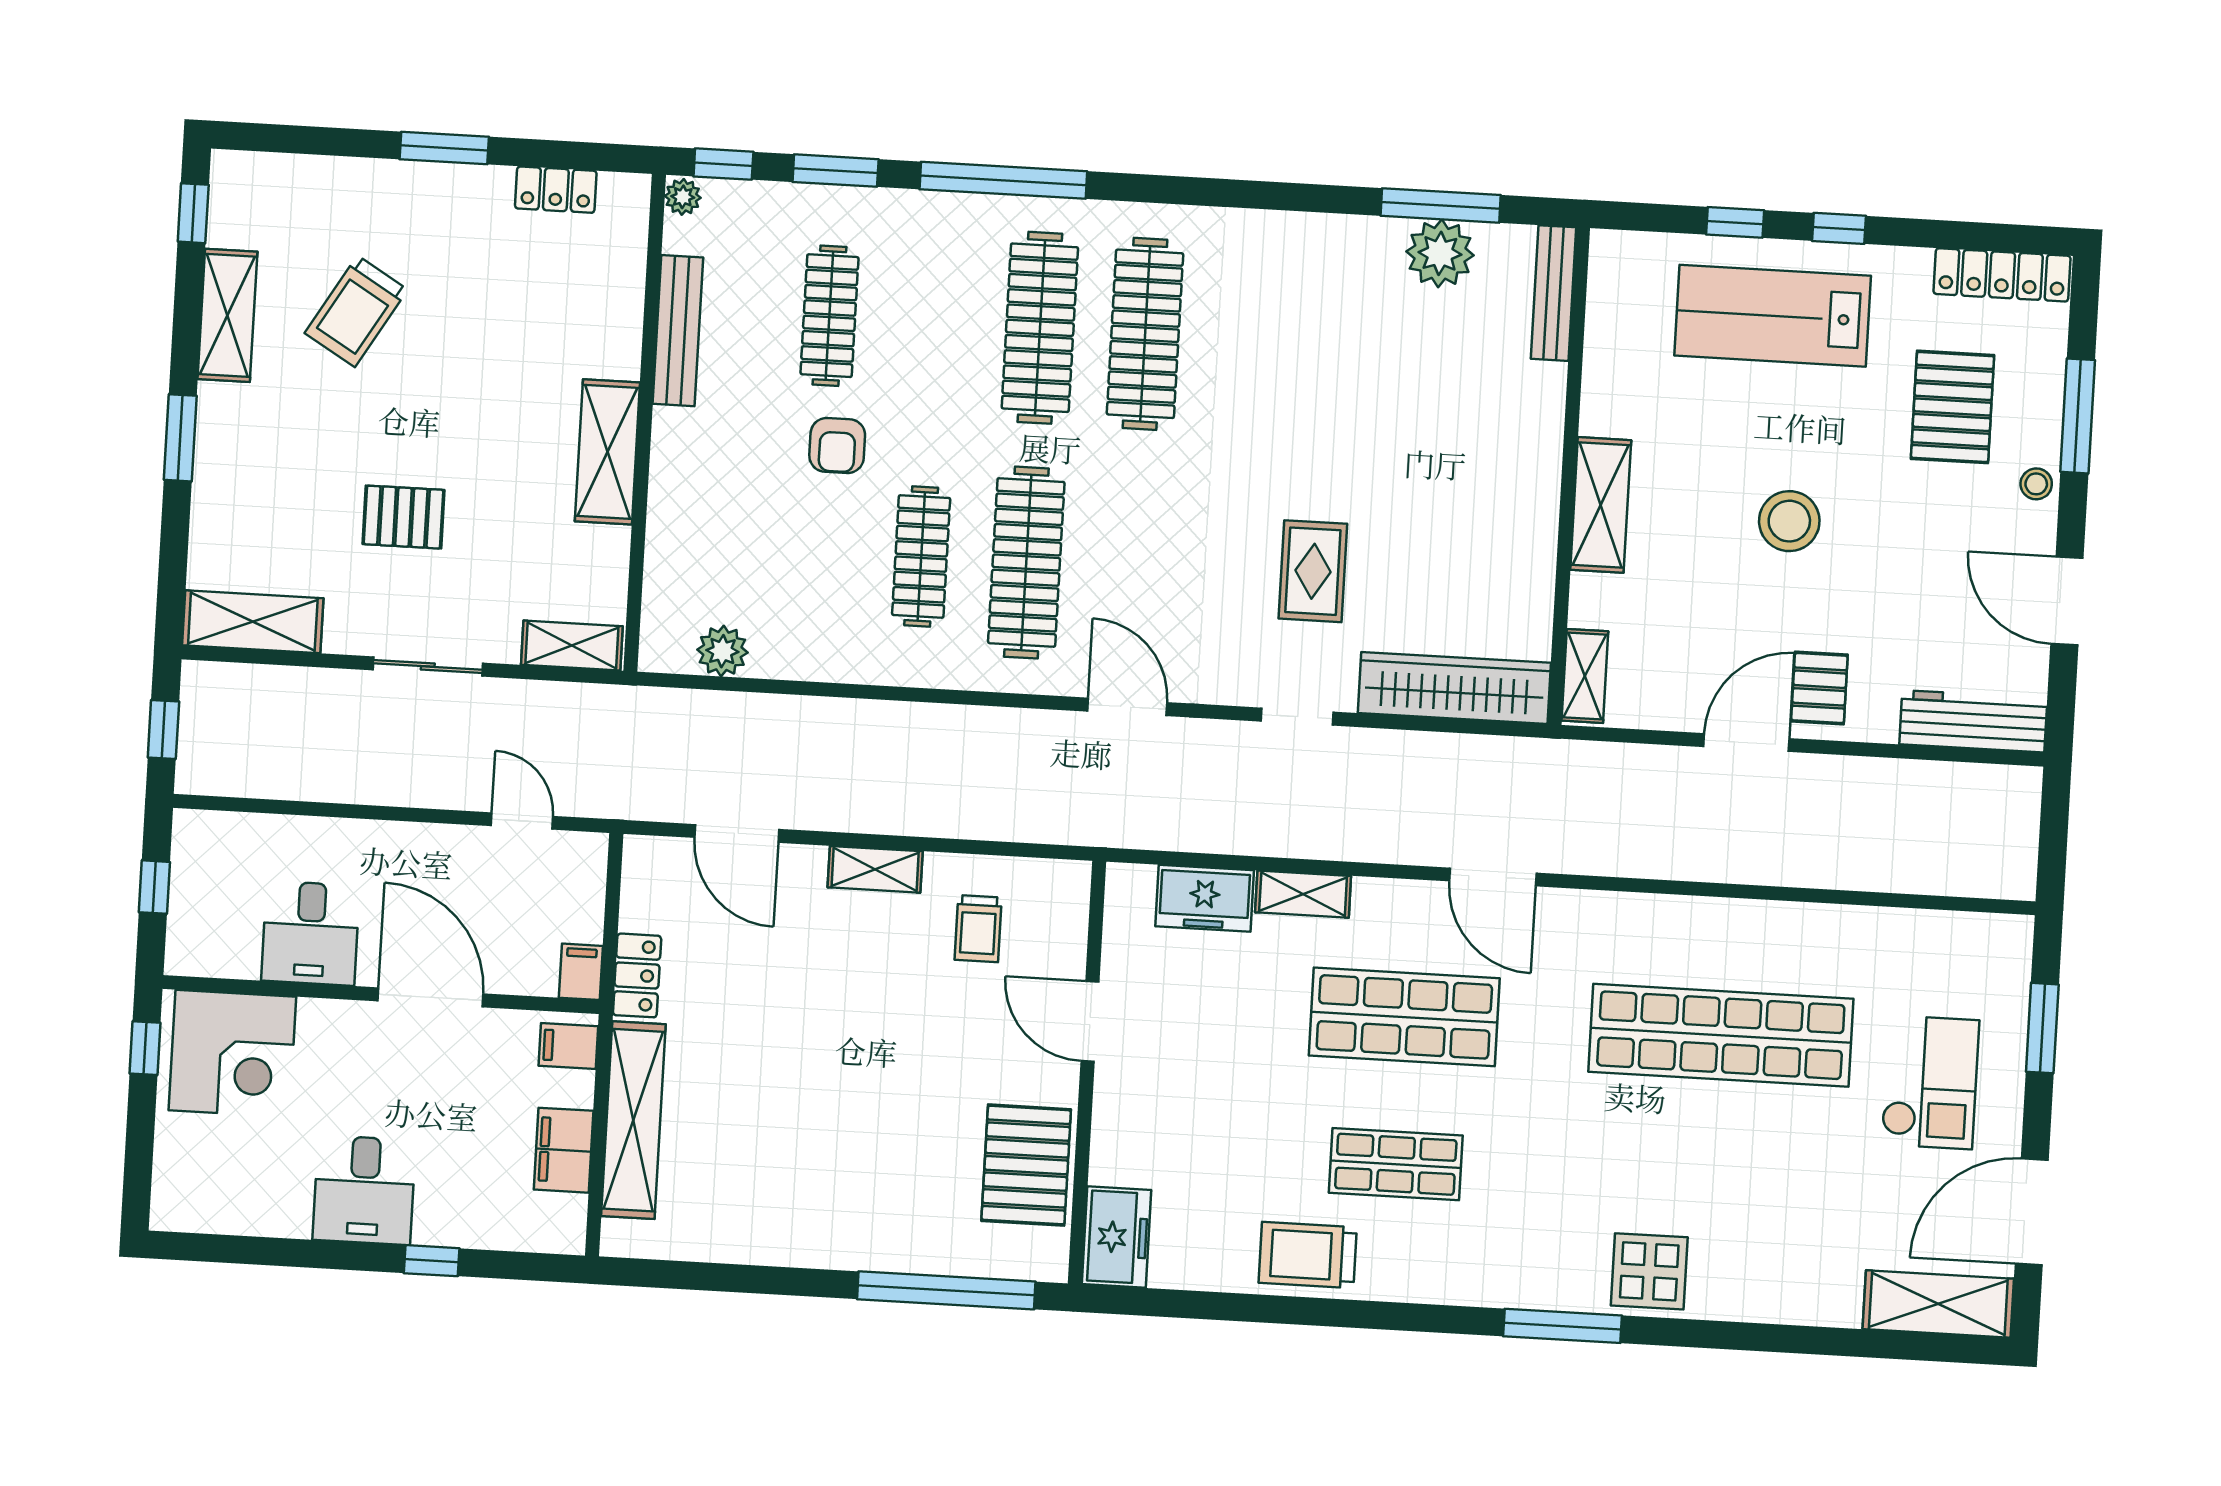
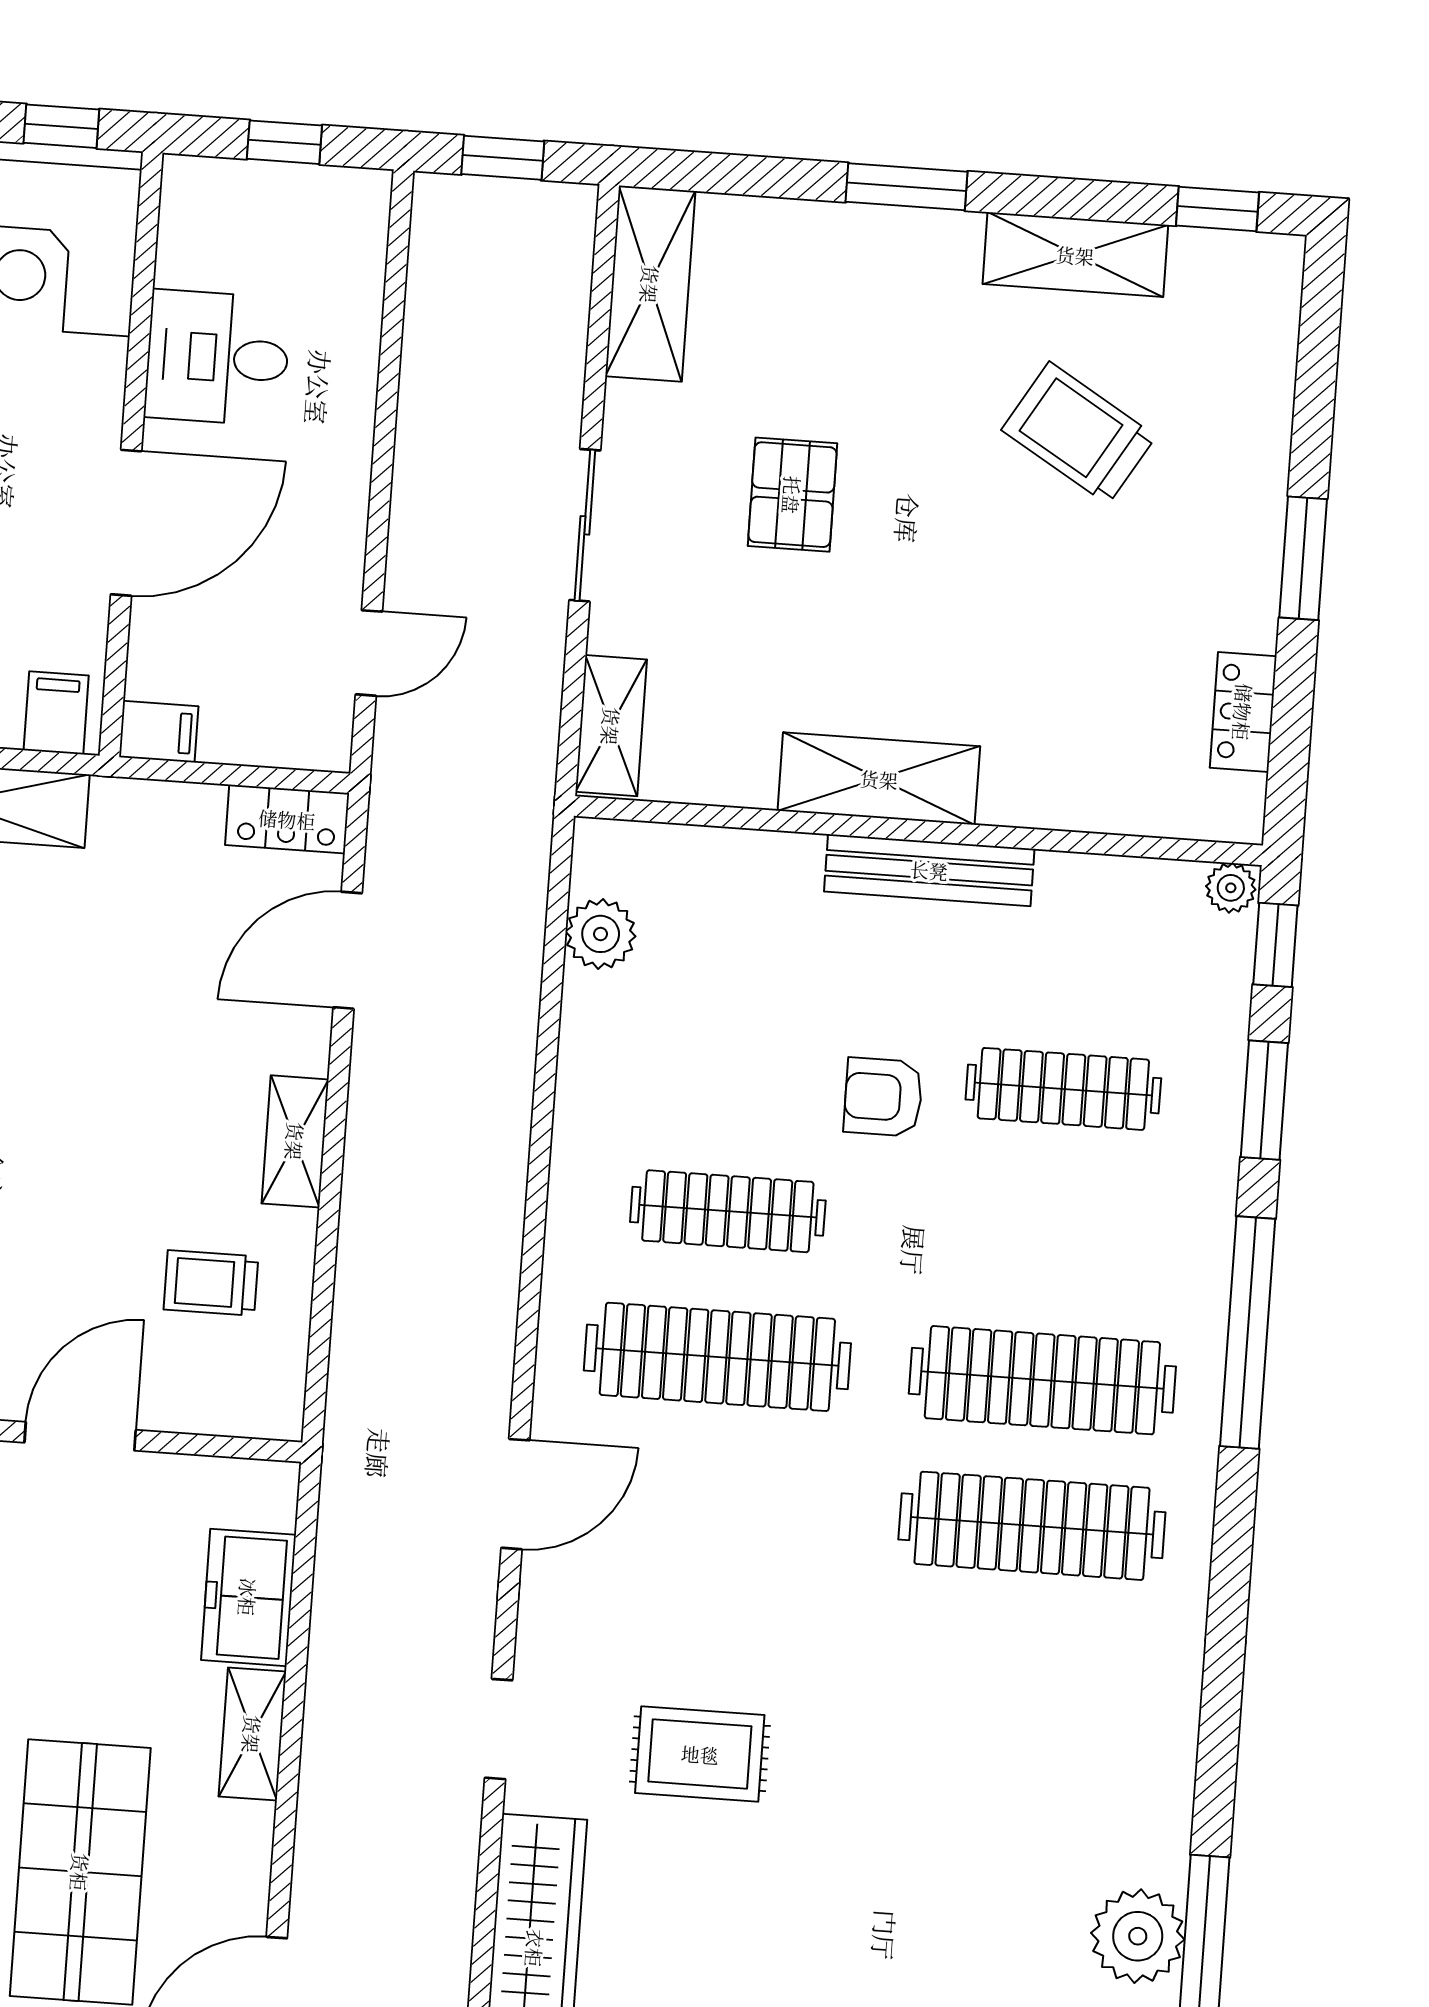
bench: (678, 331) -> (929, 870), moved
locker: (637, 975) -> (287, 819), moved

